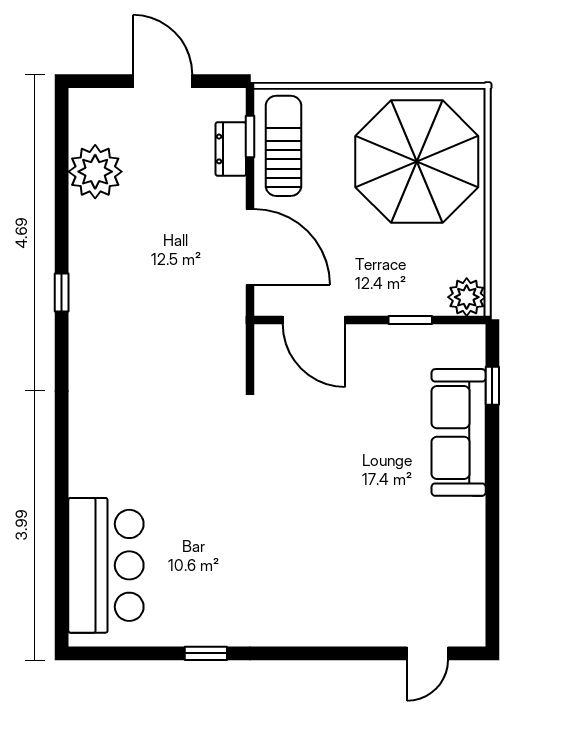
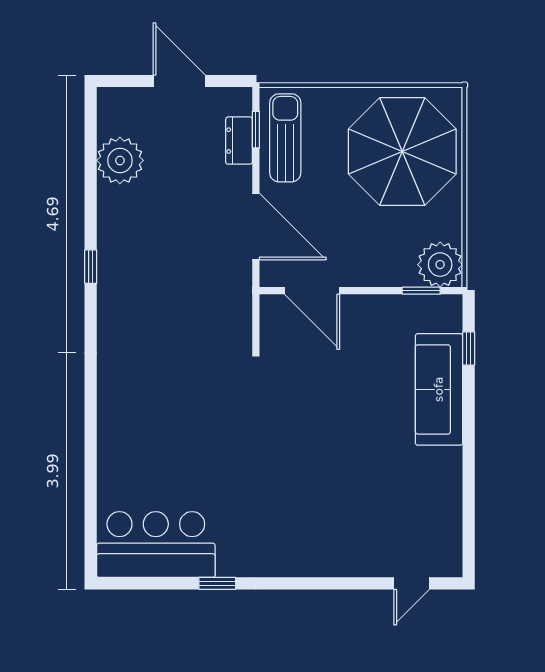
plant: (467, 297) -> (440, 265), width x1.36, depth x1.36
window: (410, 320) -> (421, 291), moved
bar counter: (106, 565) -> (156, 545), moved, turned -90

